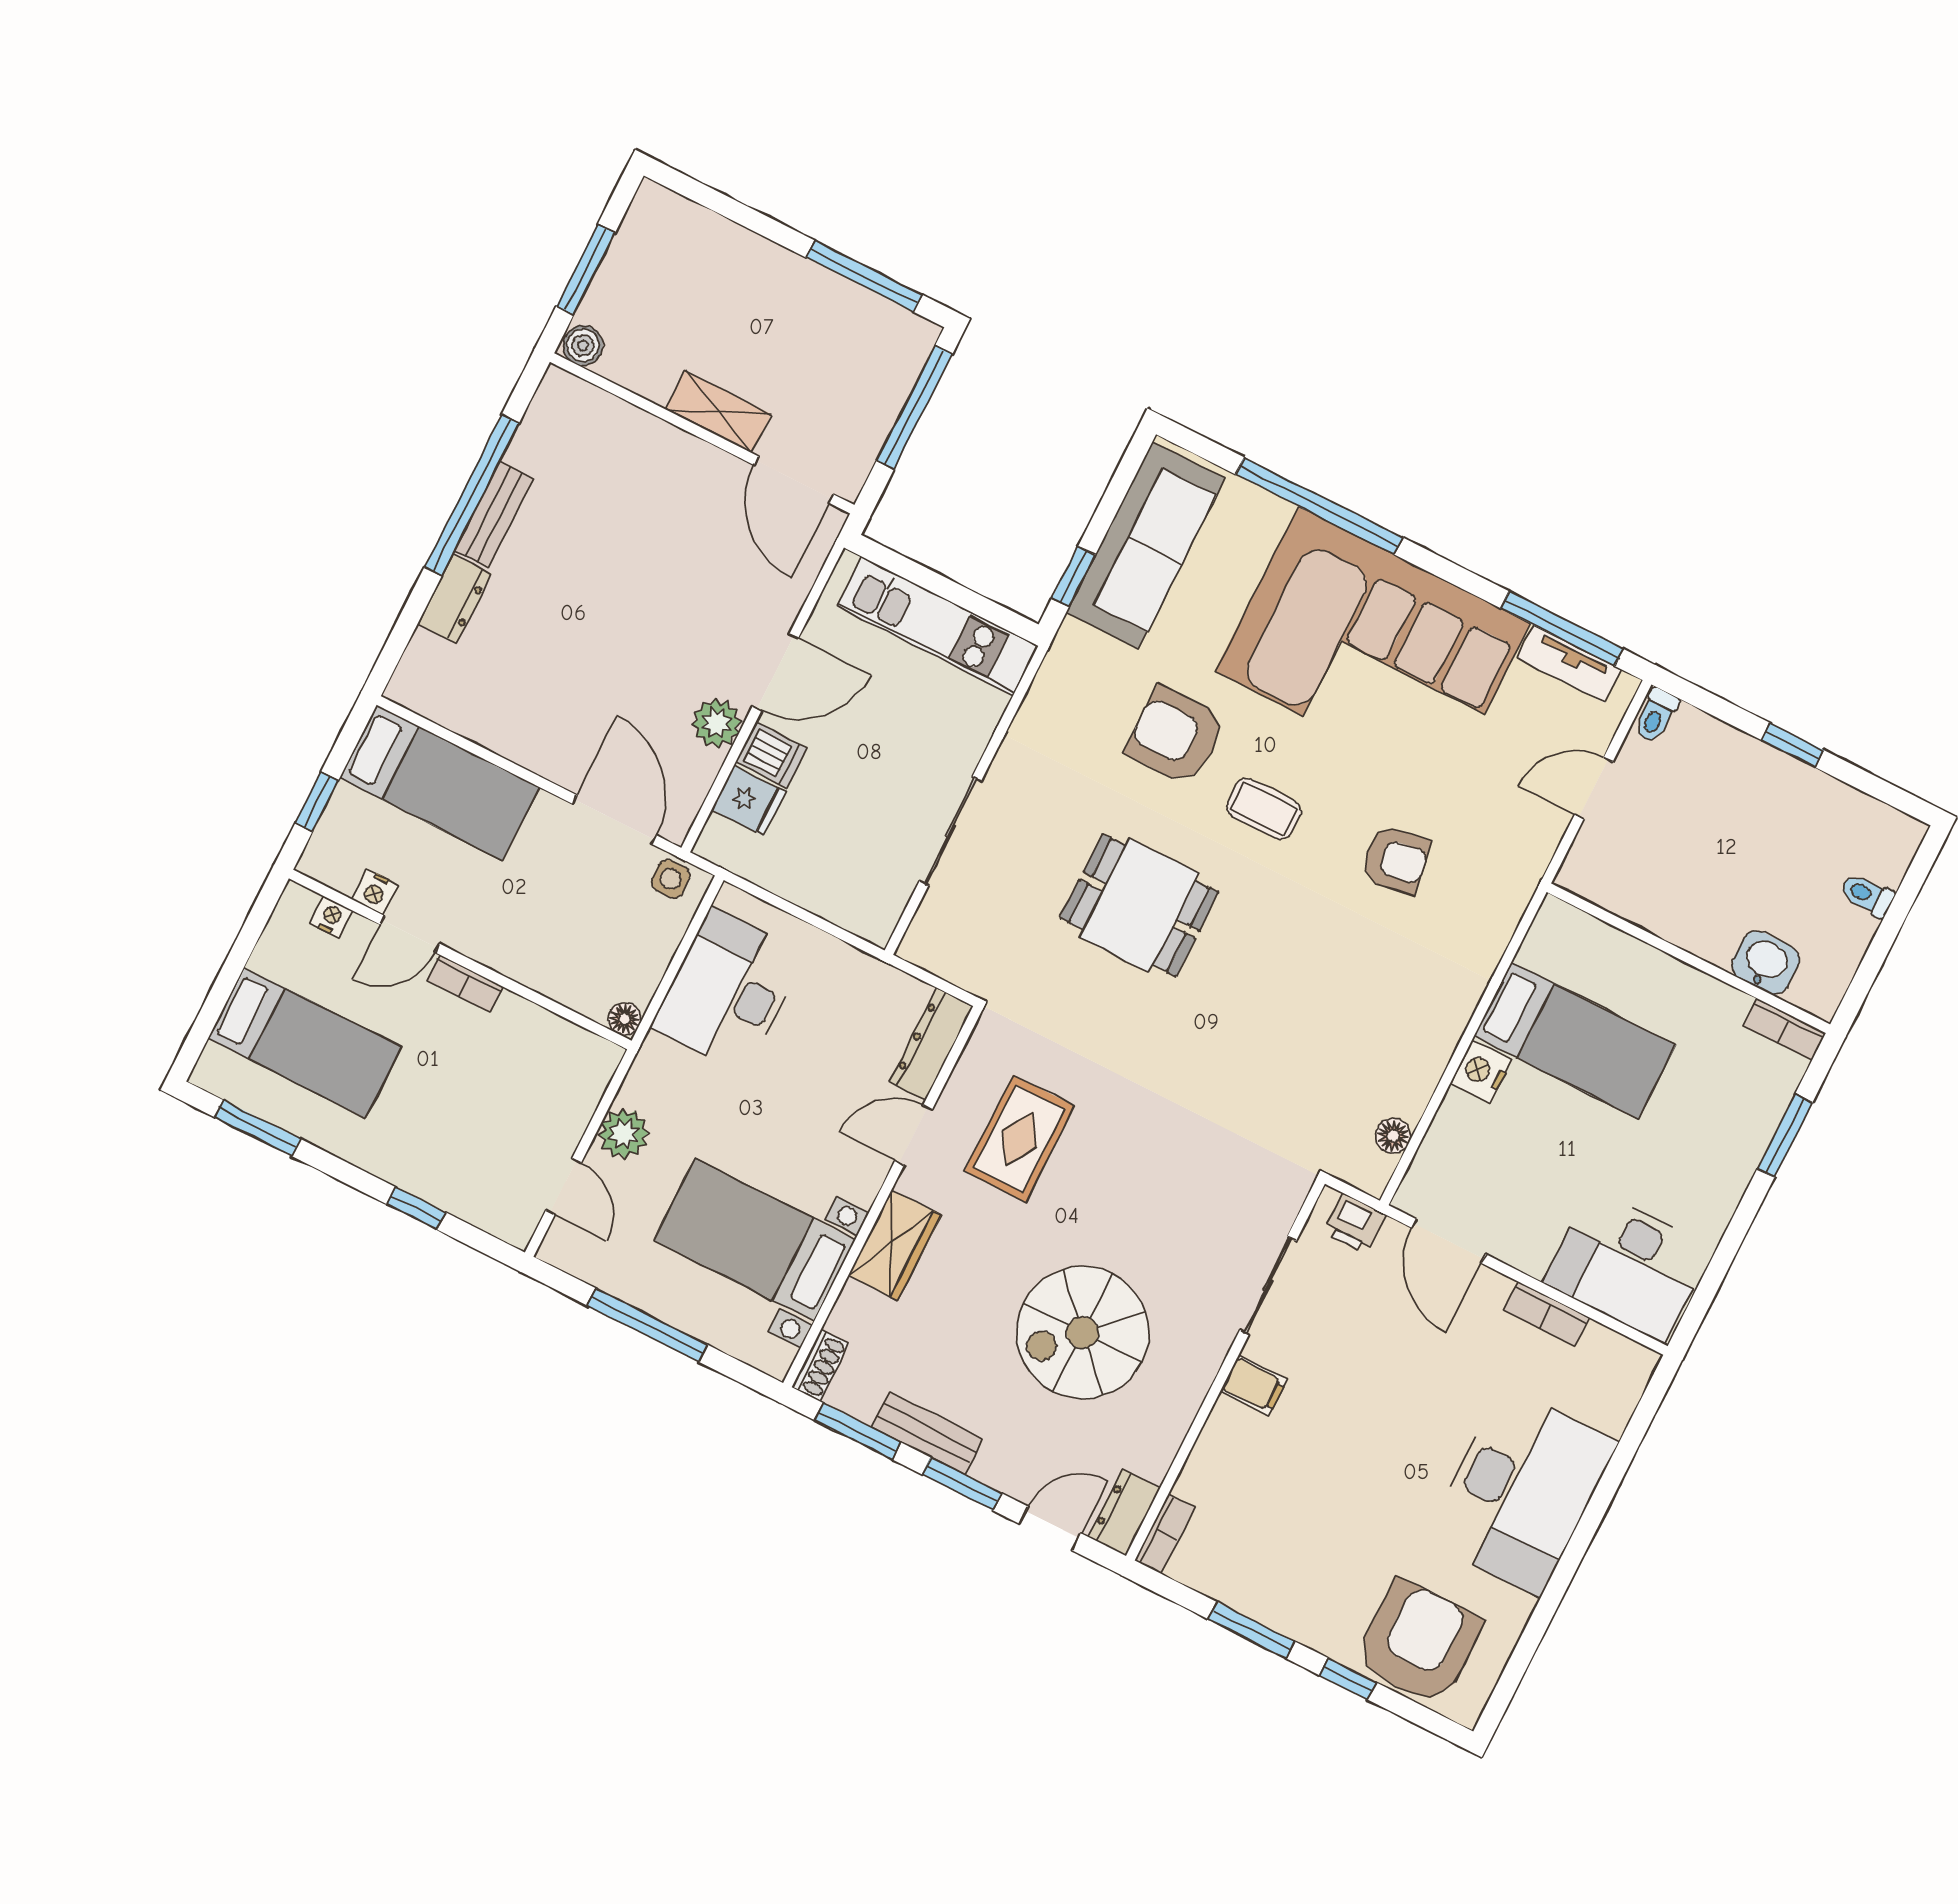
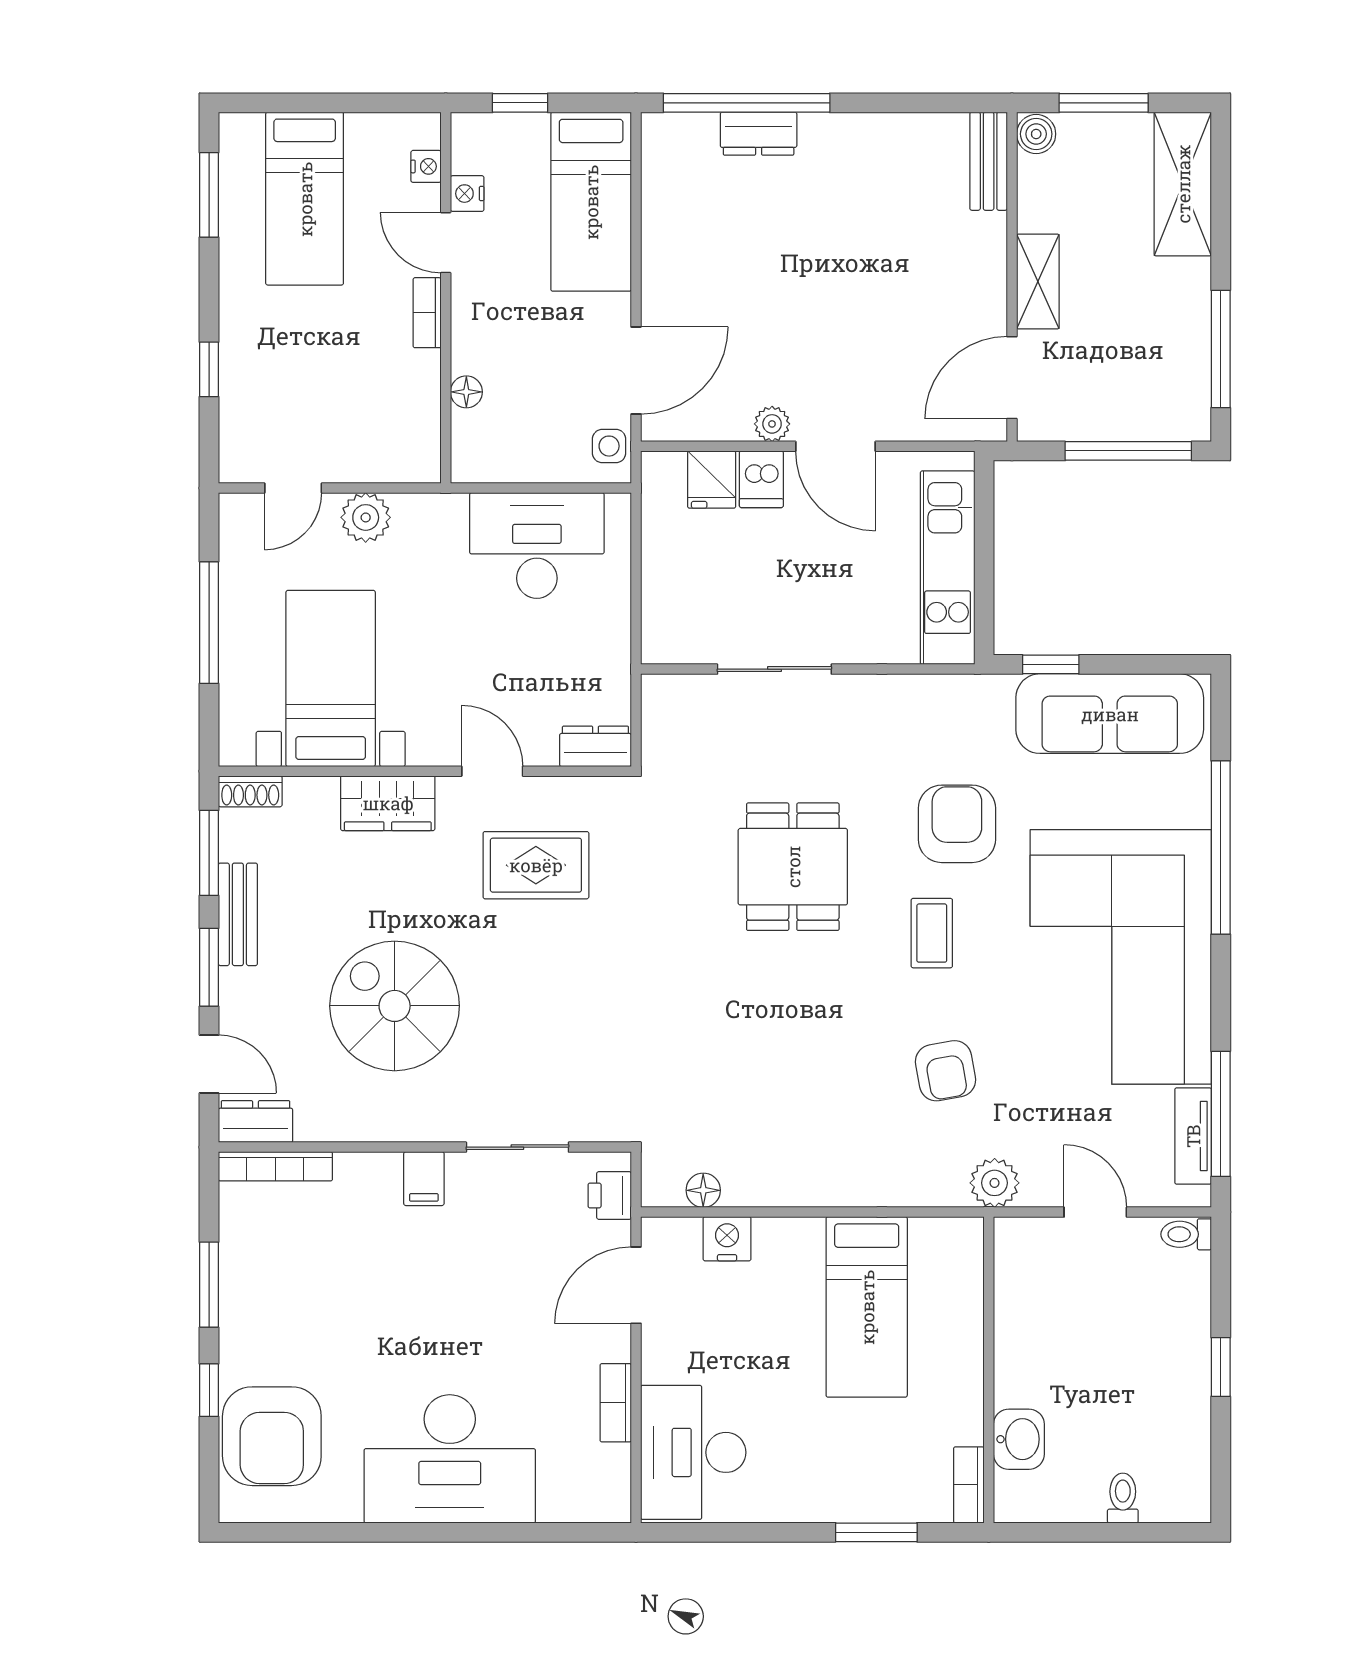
shelving: (696, 235) -> (1183, 184), added
window: (472, 495) -> (747, 103), moved
bench: (494, 514) -> (989, 161), moved, turned 90
plant: (717, 723) -> (772, 424), width x0.73, depth x0.73
plant: (1521, 867) -> (995, 1183), added
floor lamp: (625, 1019) -> (466, 392), moved
dresser: (931, 1044) -> (595, 746), width x0.70
nightstand: (1481, 1071) -> (727, 1239), moved
bookcase: (1165, 1534) -> (275, 1166), width x1.56
armchair: (1419, 1643) -> (272, 1436), turned 90

